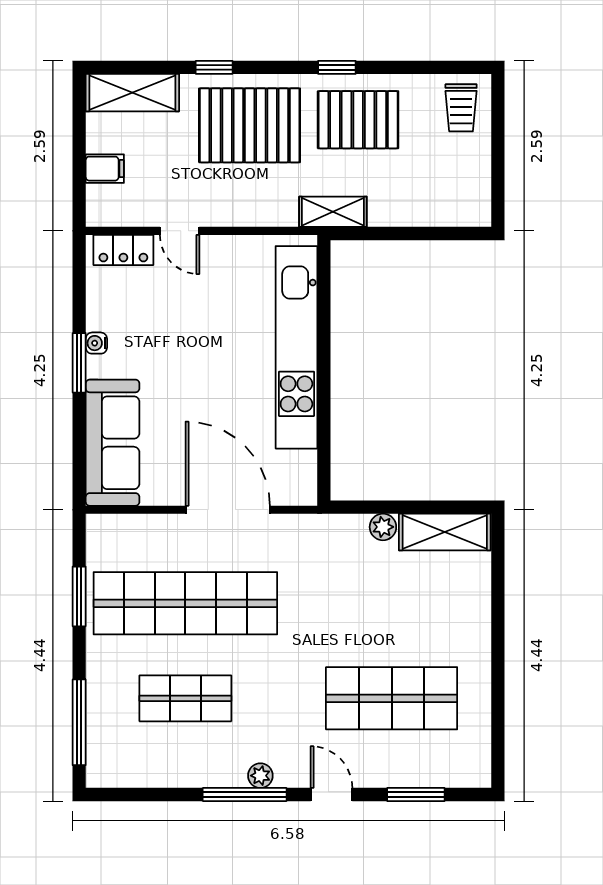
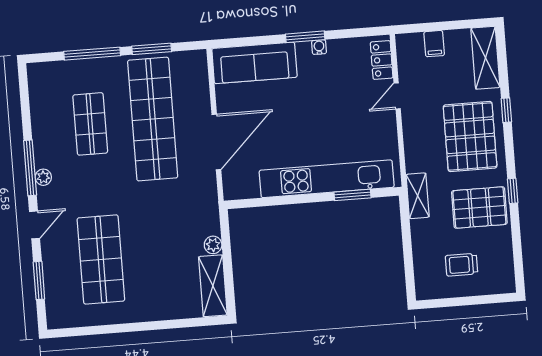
trolley: (461, 108) -> (462, 265), moved
pallet: (358, 120) -> (479, 208), turned 90
window: (324, 310) -> (353, 195), added
window: (79, 722) -> (92, 54), moved

